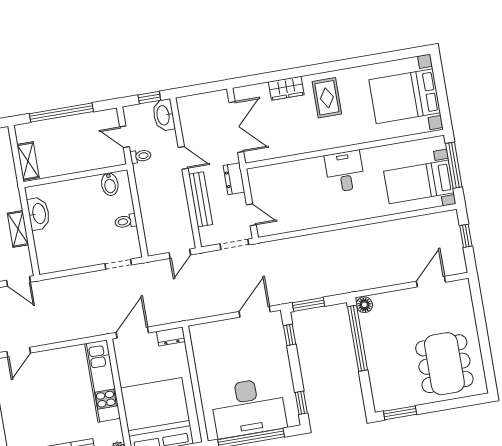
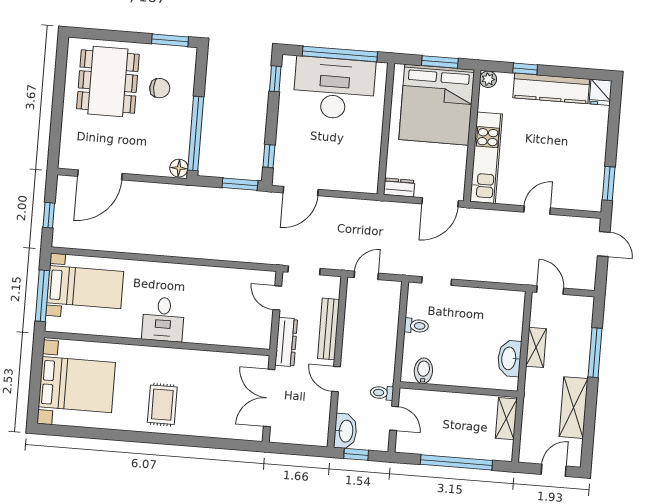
wardrobe: (286, 88) -> (204, 426), removed
dresser: (234, 179) -> (286, 342), width x1.44
door: (431, 282) -> (100, 175), width x1.36
door: (19, 352) -> (537, 210), moved
chair: (398, 369) -> (160, 88), added

